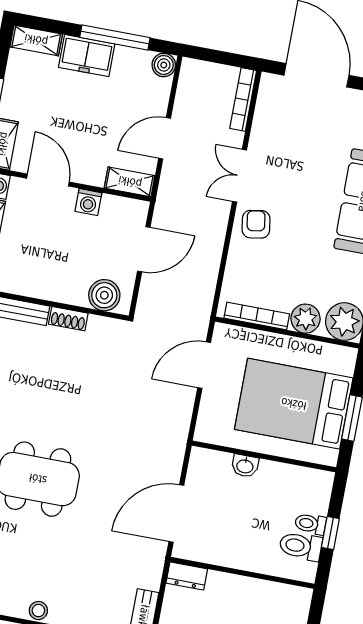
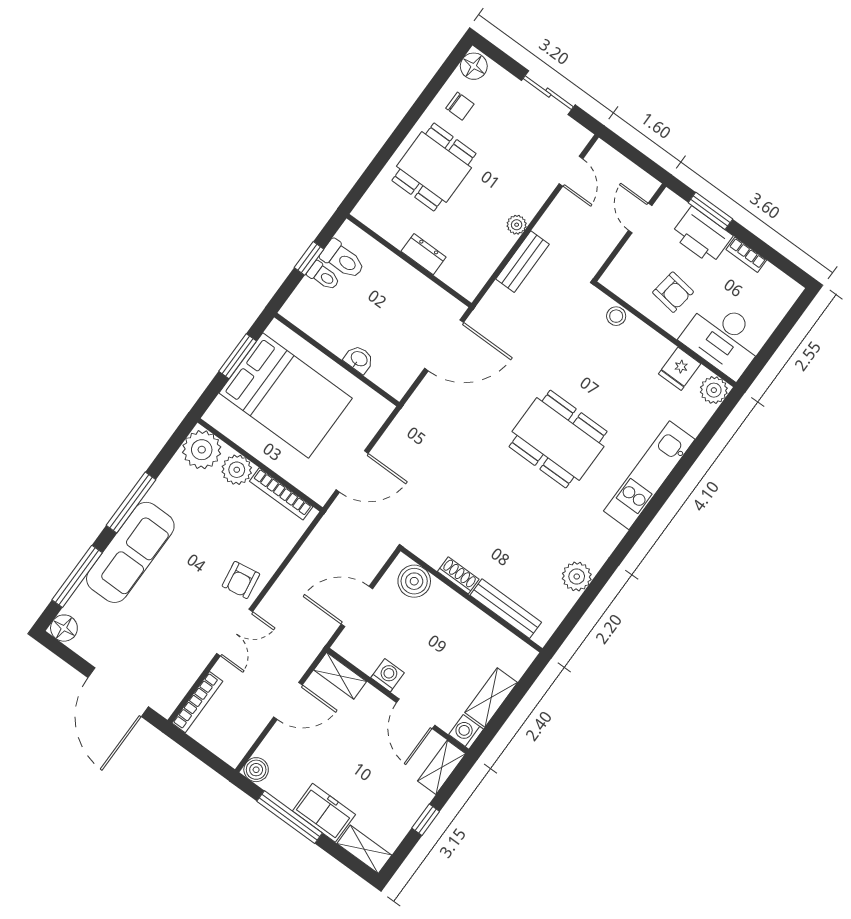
dresser: (187, 576) -> (424, 254), moved

